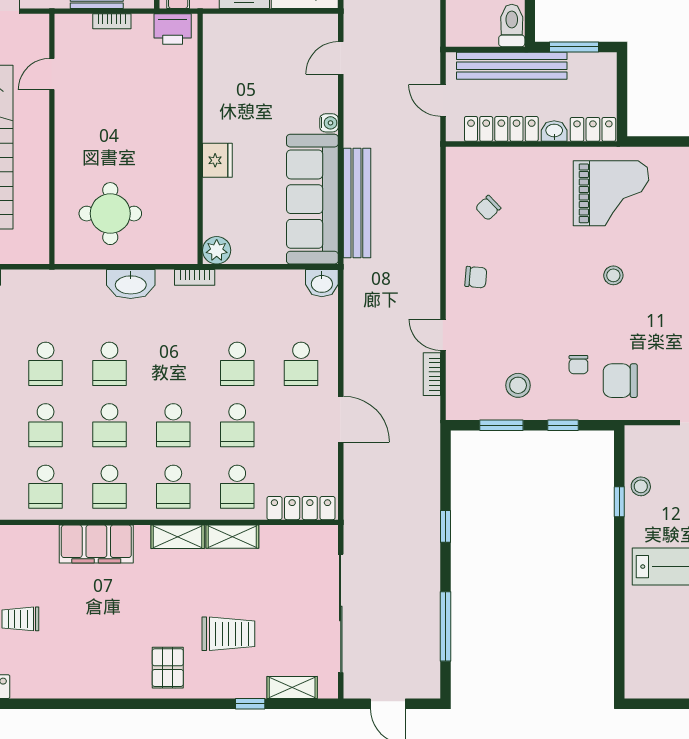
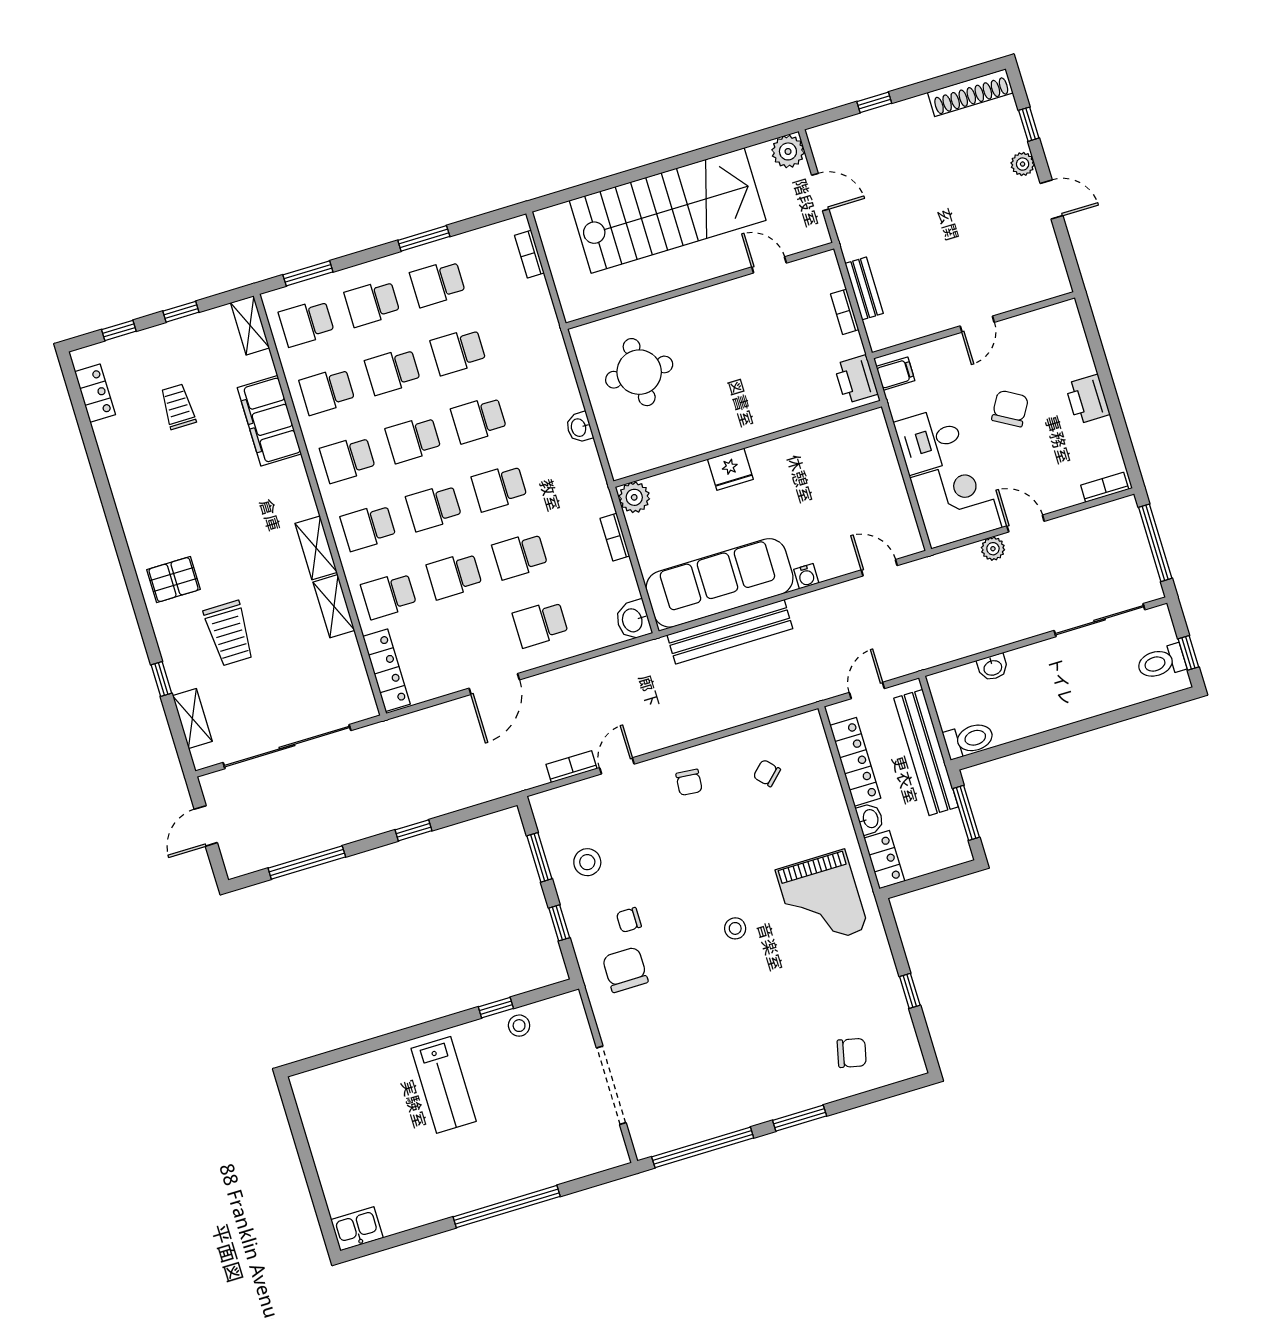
bookcase: (195, 277) -> (615, 537), moved
washbasin: (131, 284) -> (579, 427), width x0.52, depth x0.69
school desk: (173, 364) -> (499, 488), added
filing cabinet: (96, 544) -> (269, 421), moved

